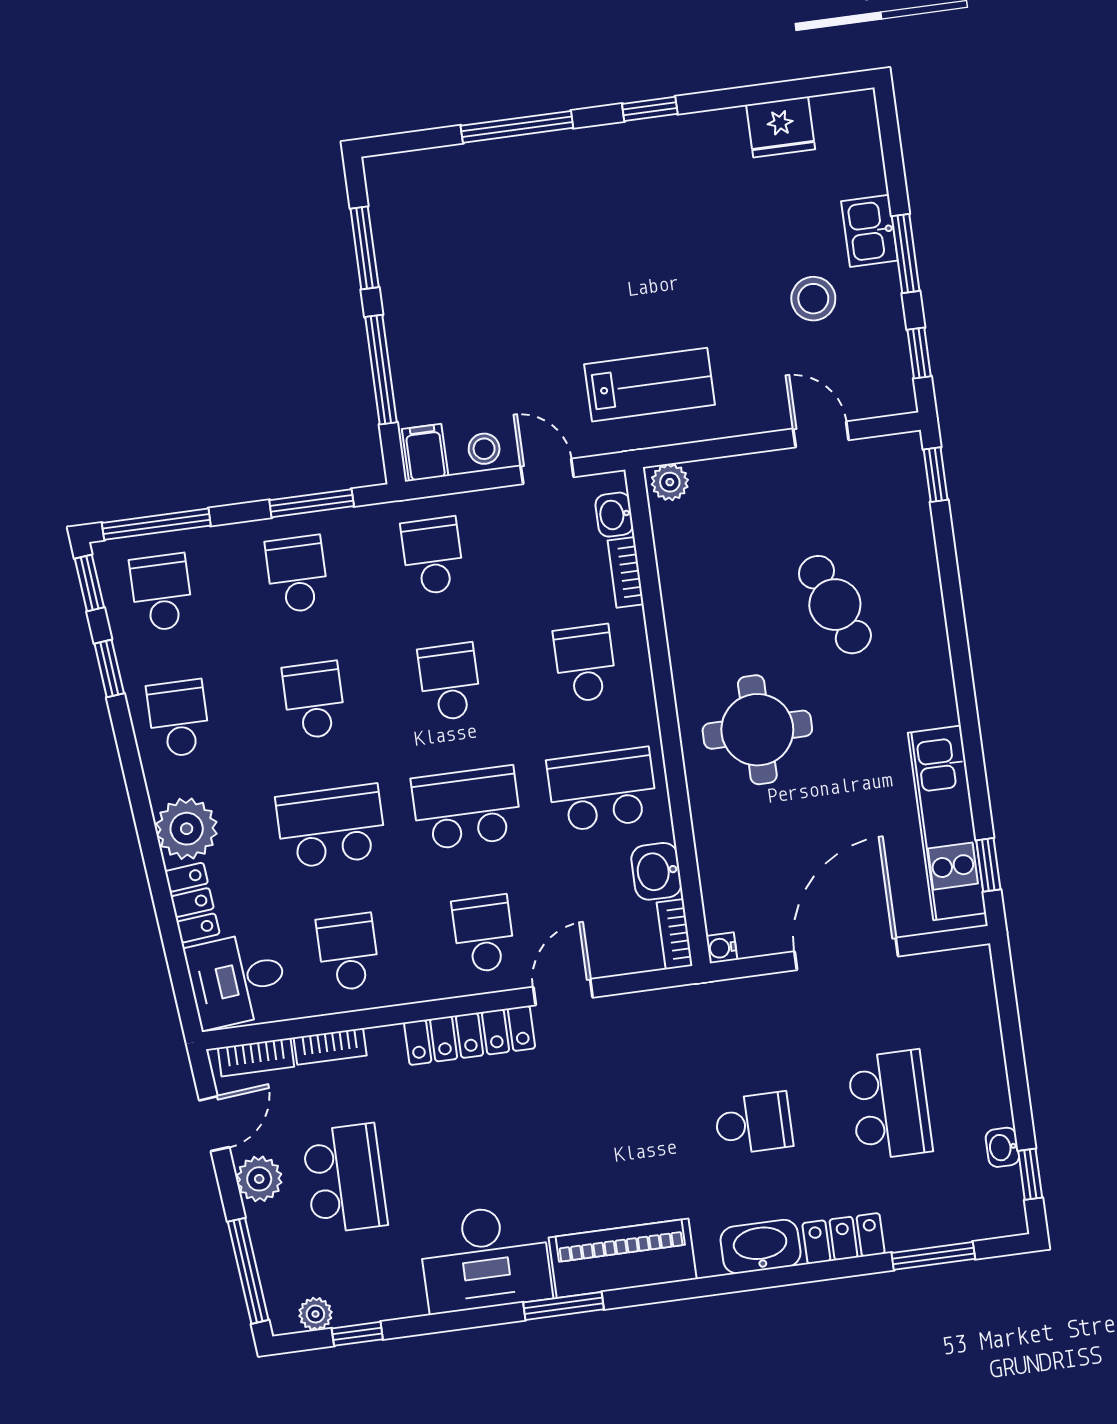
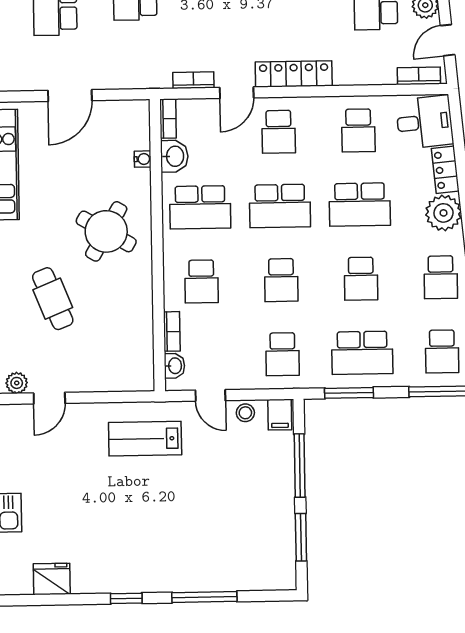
stool: (813, 299) -> (44, 477), removed
door: (821, 434) -> (49, 398), hinge flipped
plant: (670, 482) -> (17, 383), moved
school desk: (297, 574) -> (362, 353), width x1.85
round table: (757, 730) -> (106, 231), turned 30
water cooler: (722, 948) -> (143, 159), moved
door: (846, 954) -> (70, 96), width x0.73
bookcase: (330, 1046) -> (193, 80), moved

